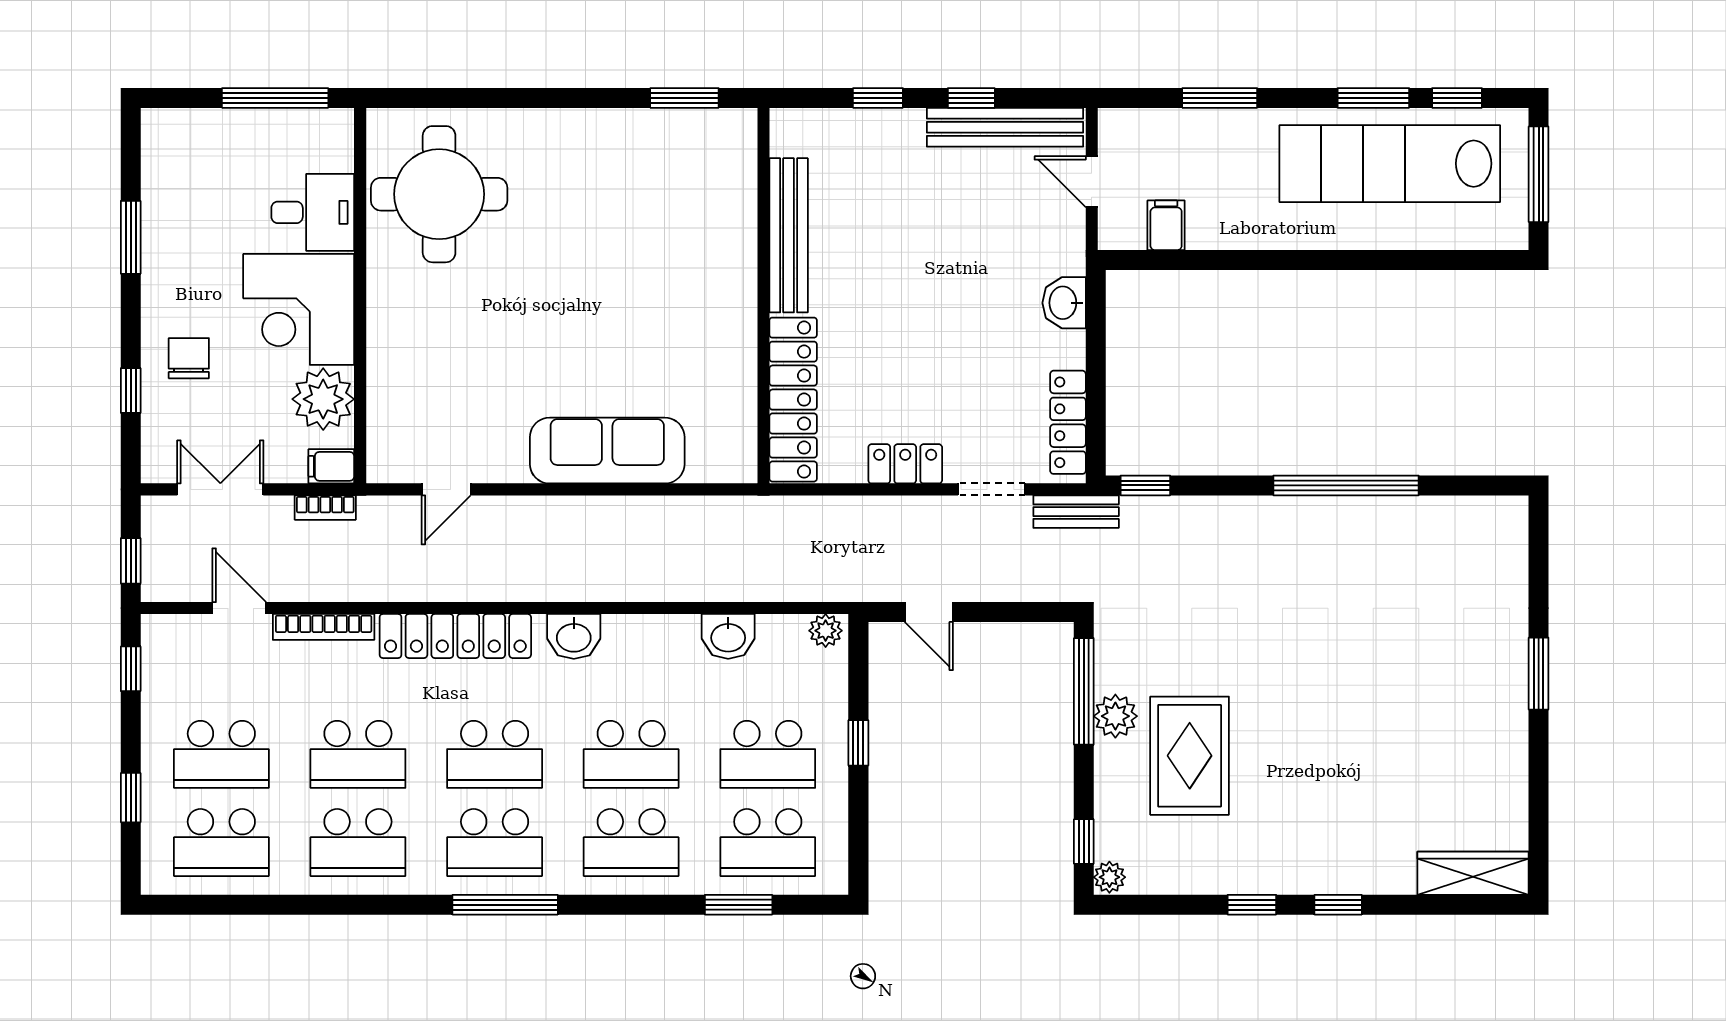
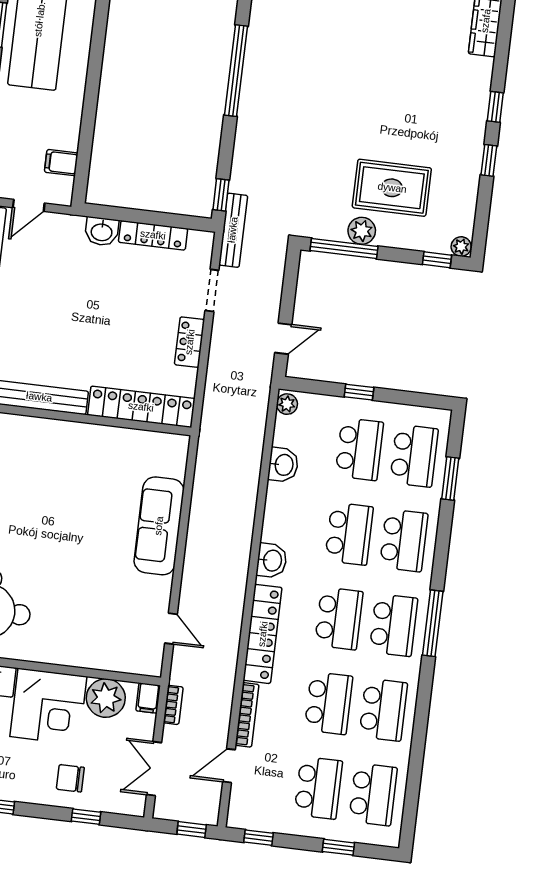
locker: (1068, 422) -> (153, 235), moved
bench: (1076, 512) -> (233, 230), width x1.36

